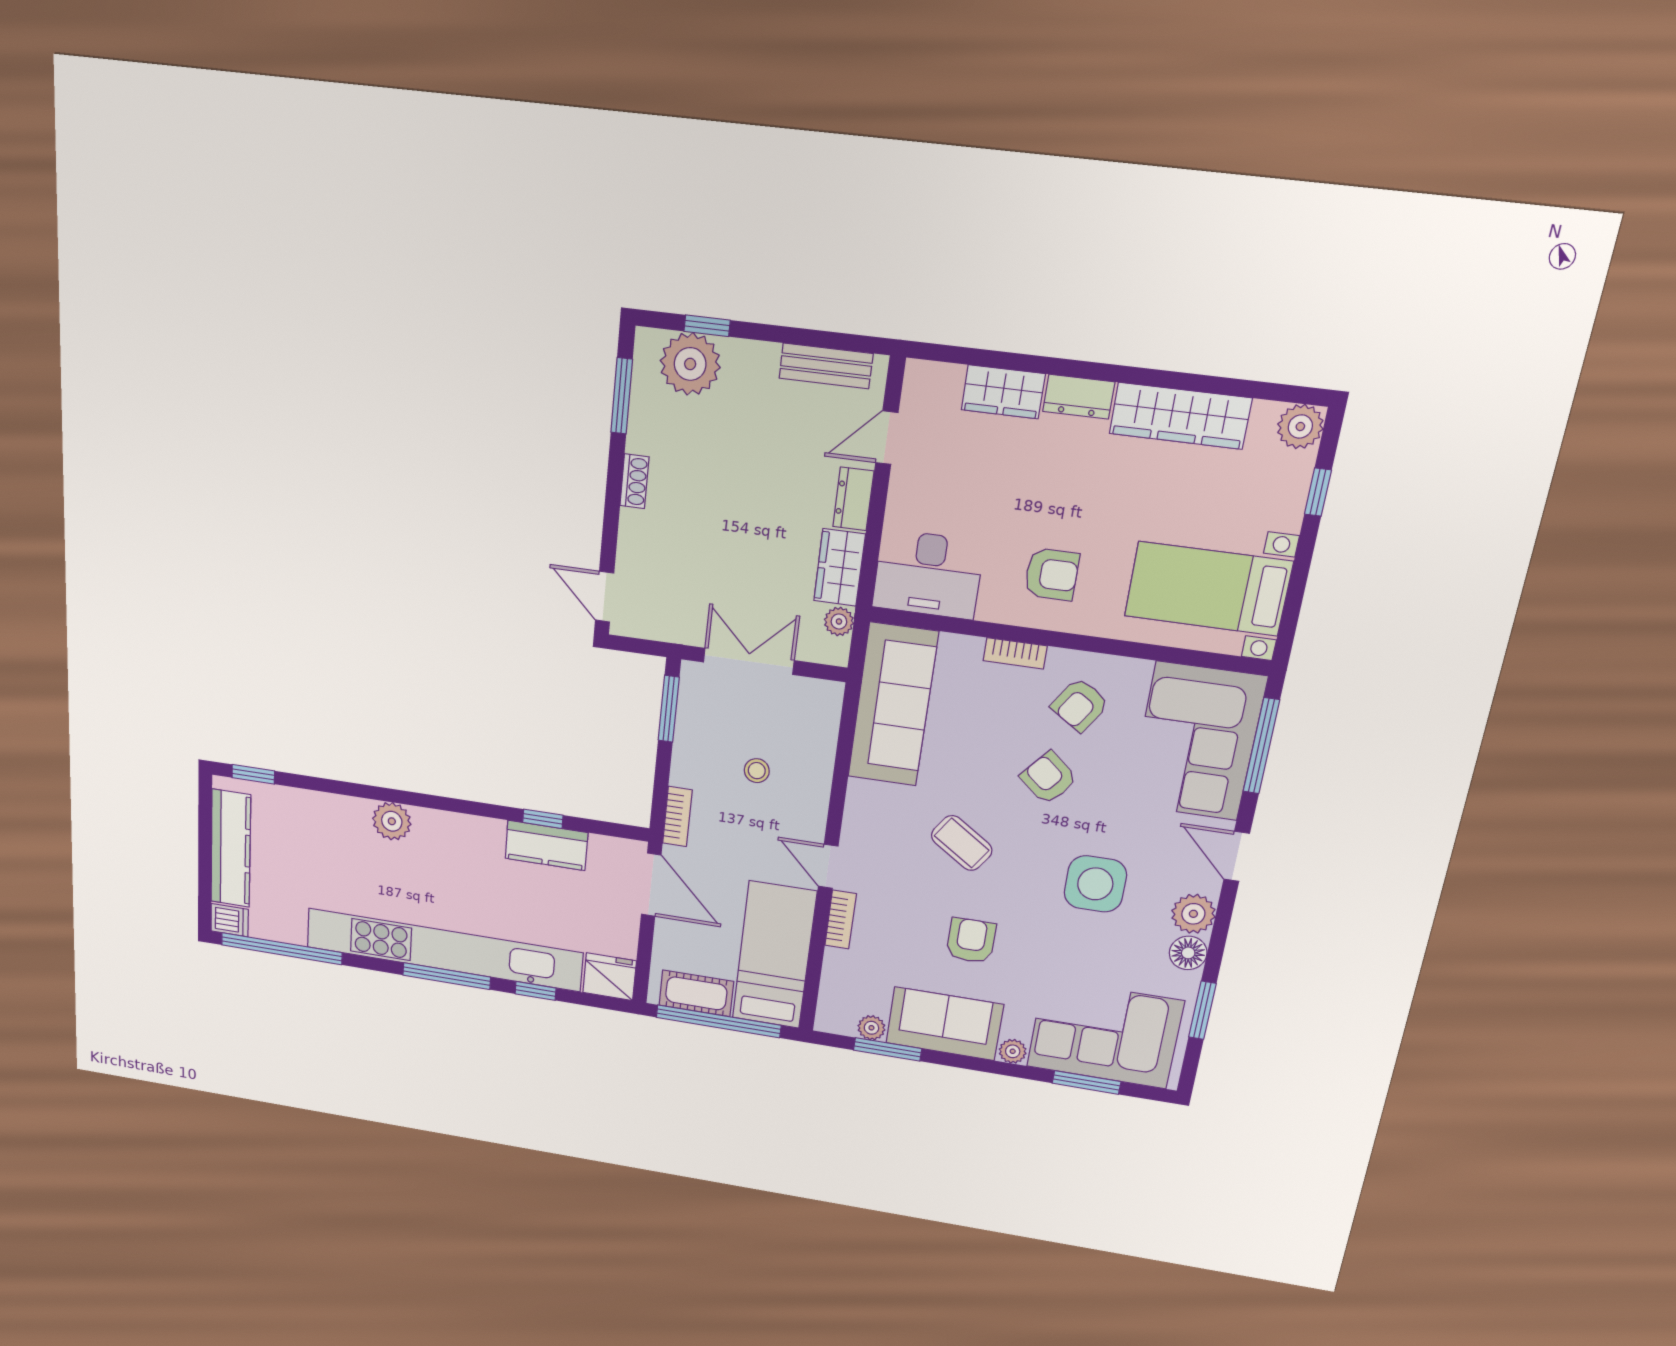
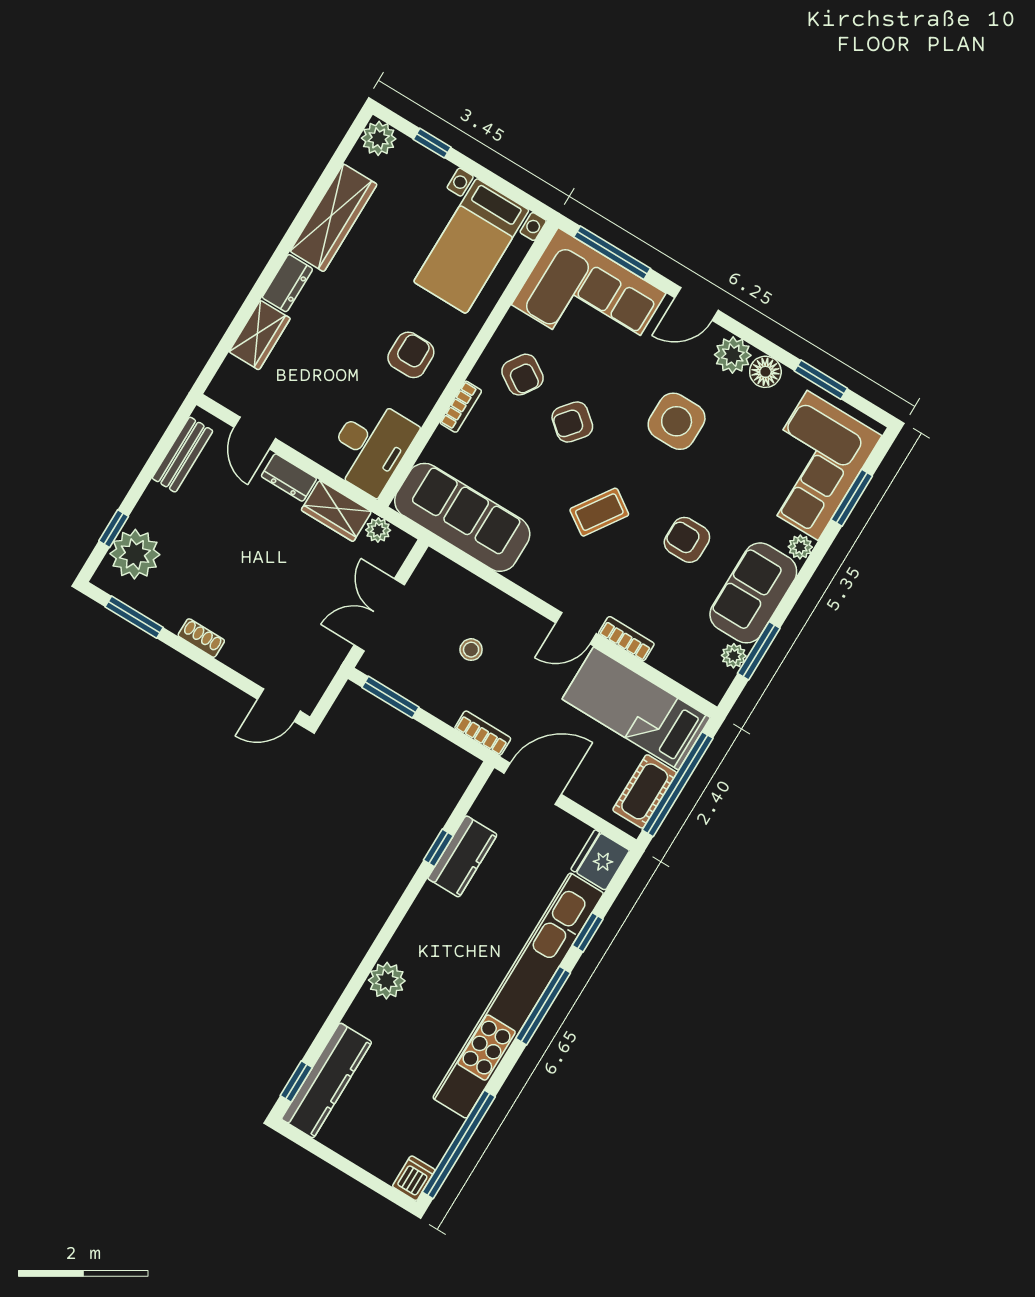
kitchen counter: (231, 848) -> (327, 1080), moved, turned 90

